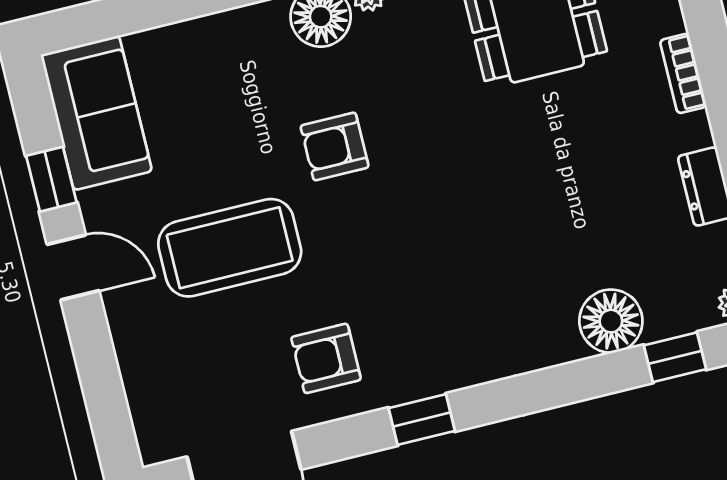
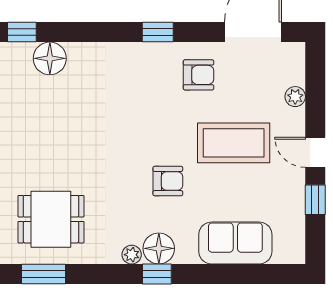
sofa: (96, 113) -> (235, 243), moved, turned 90
plant: (136, 362) -> (295, 97), added

